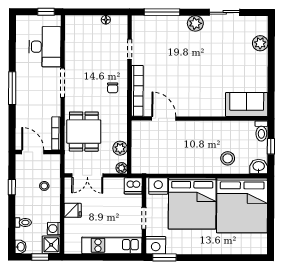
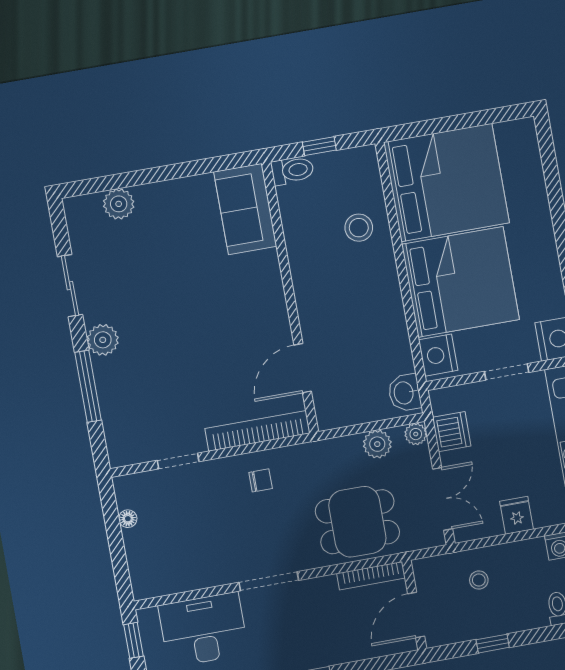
window: (162, 12) -> (88, 386), moved
washbasin: (259, 167) -> (405, 393), moved
dishwasher: (133, 186) -> (452, 432), moved

